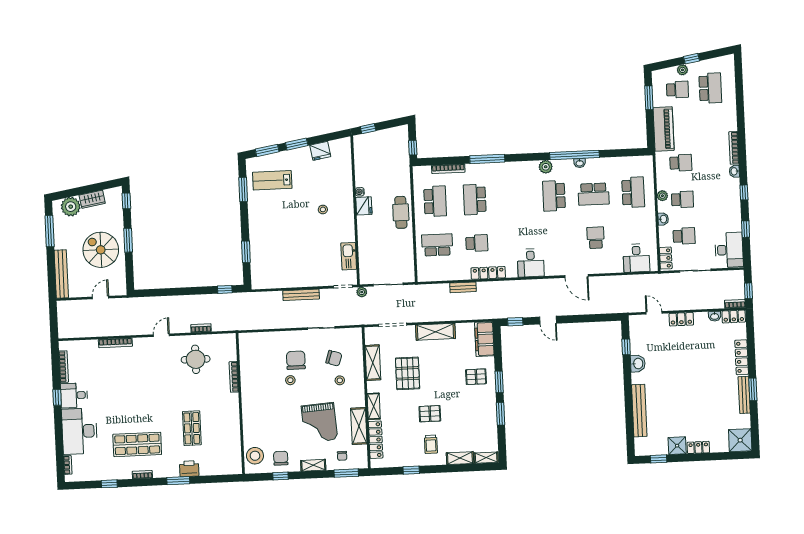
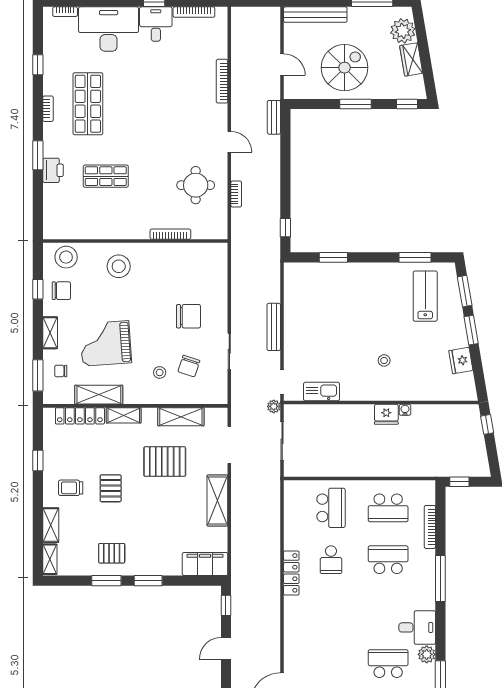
cafe table: (401, 212) -> (376, 462), removed
desk: (531, 263) -> (417, 627), moved, turned 180
bench: (463, 287) -> (274, 117), moved
pallet: (476, 377) -> (112, 553), moved, turned 90
stool: (290, 380) -> (119, 266), moved, width x1.89, depth x1.89

